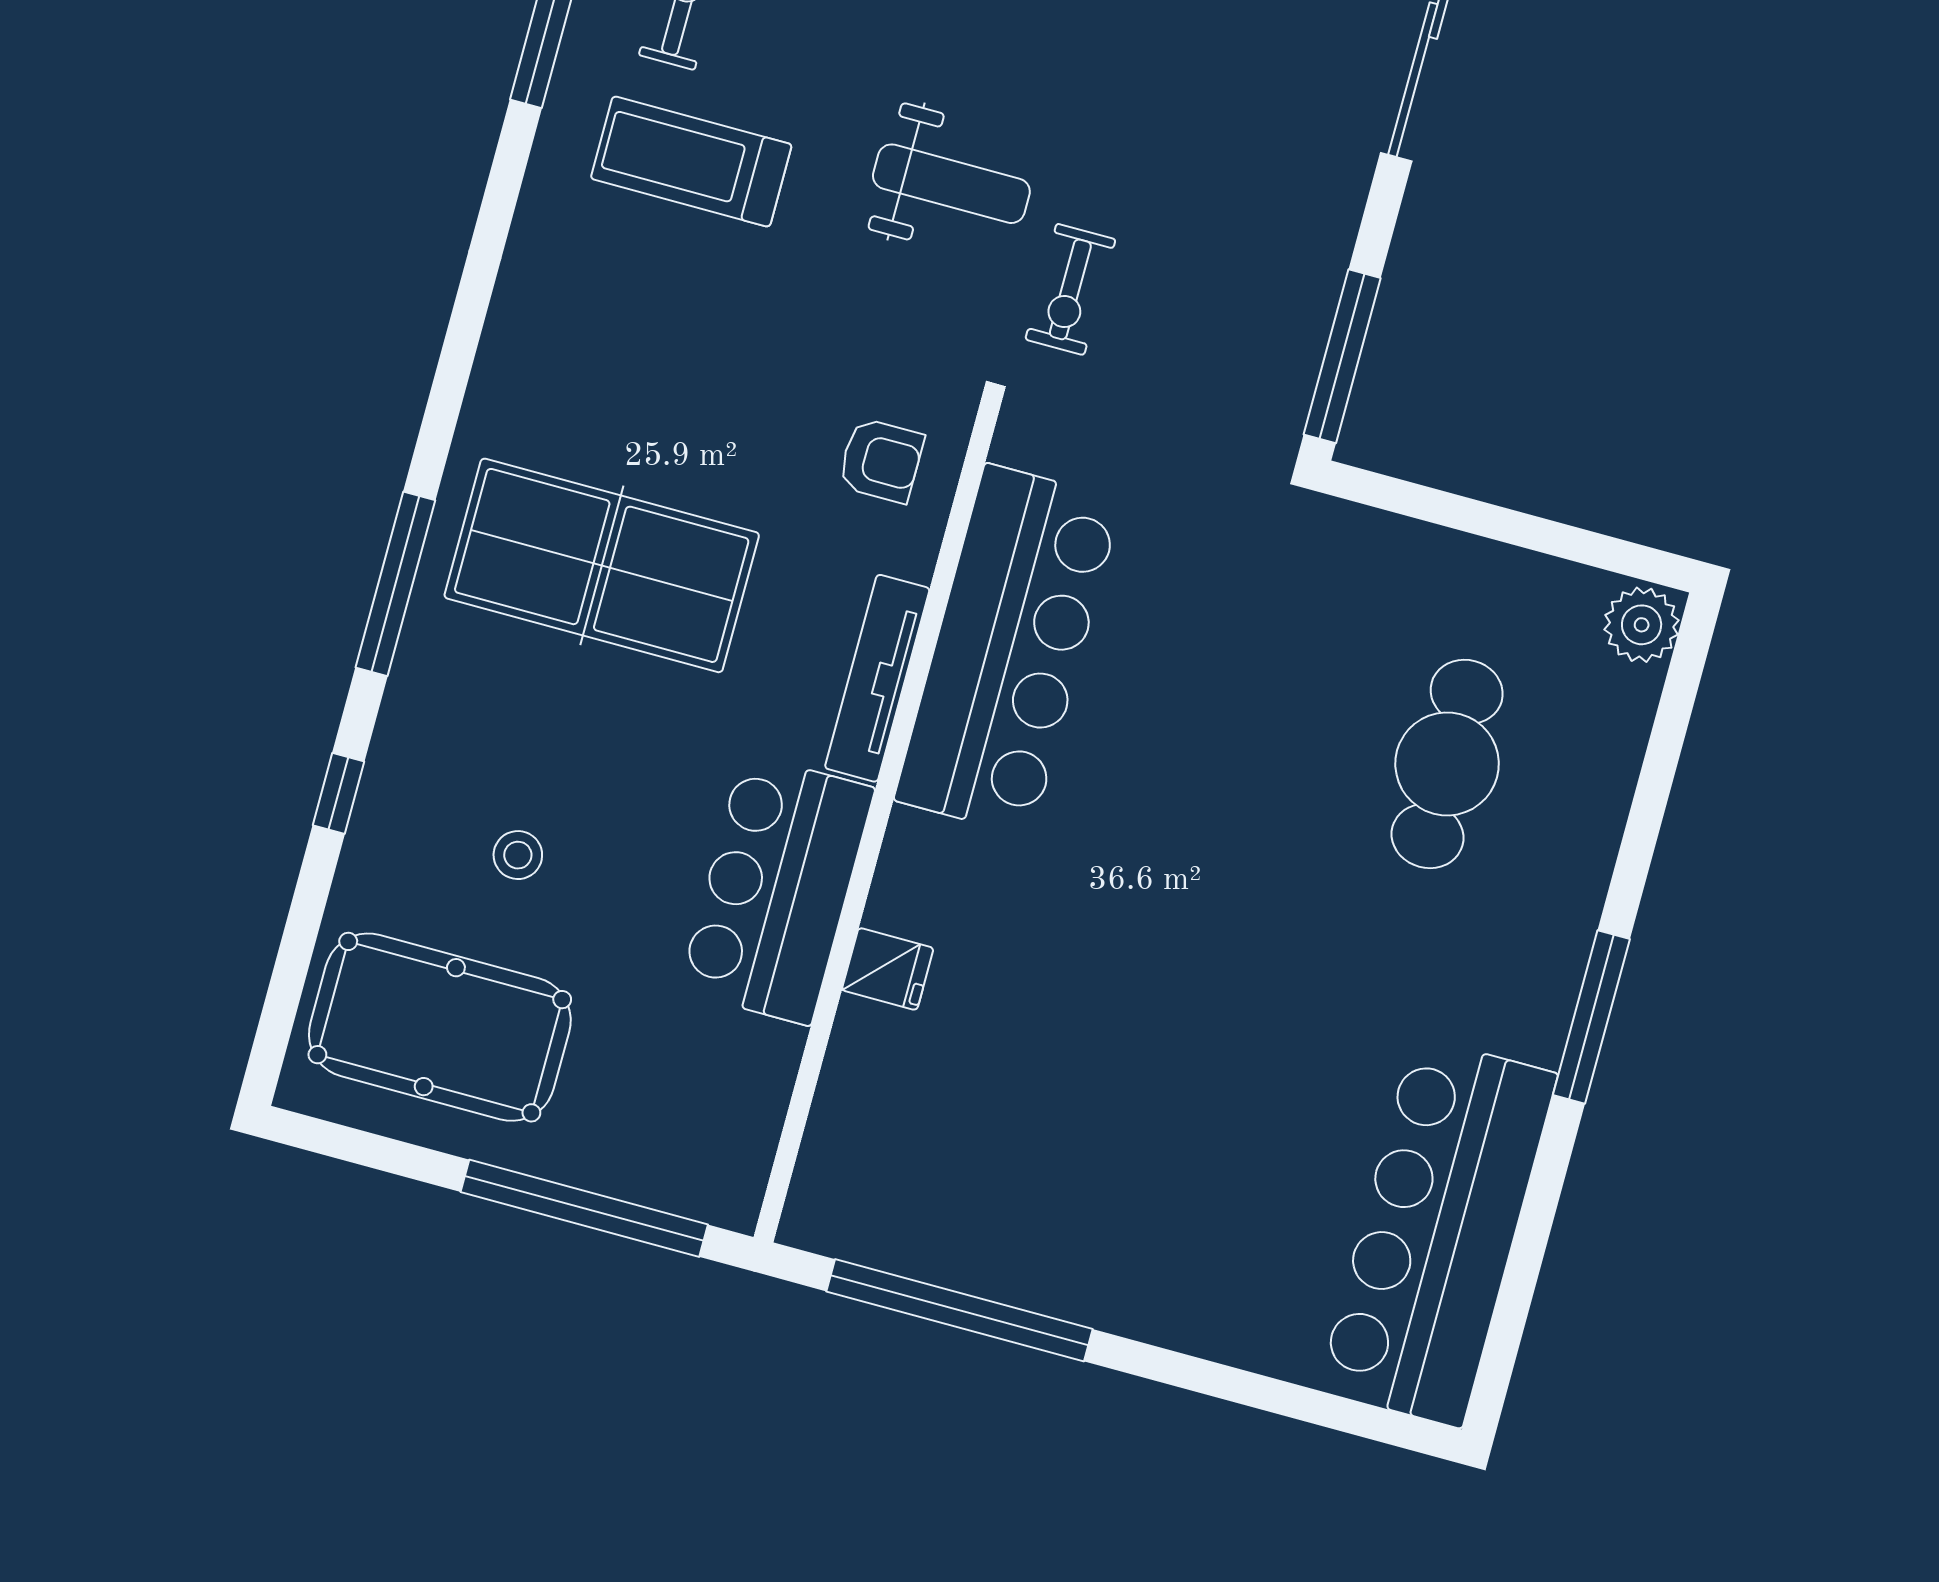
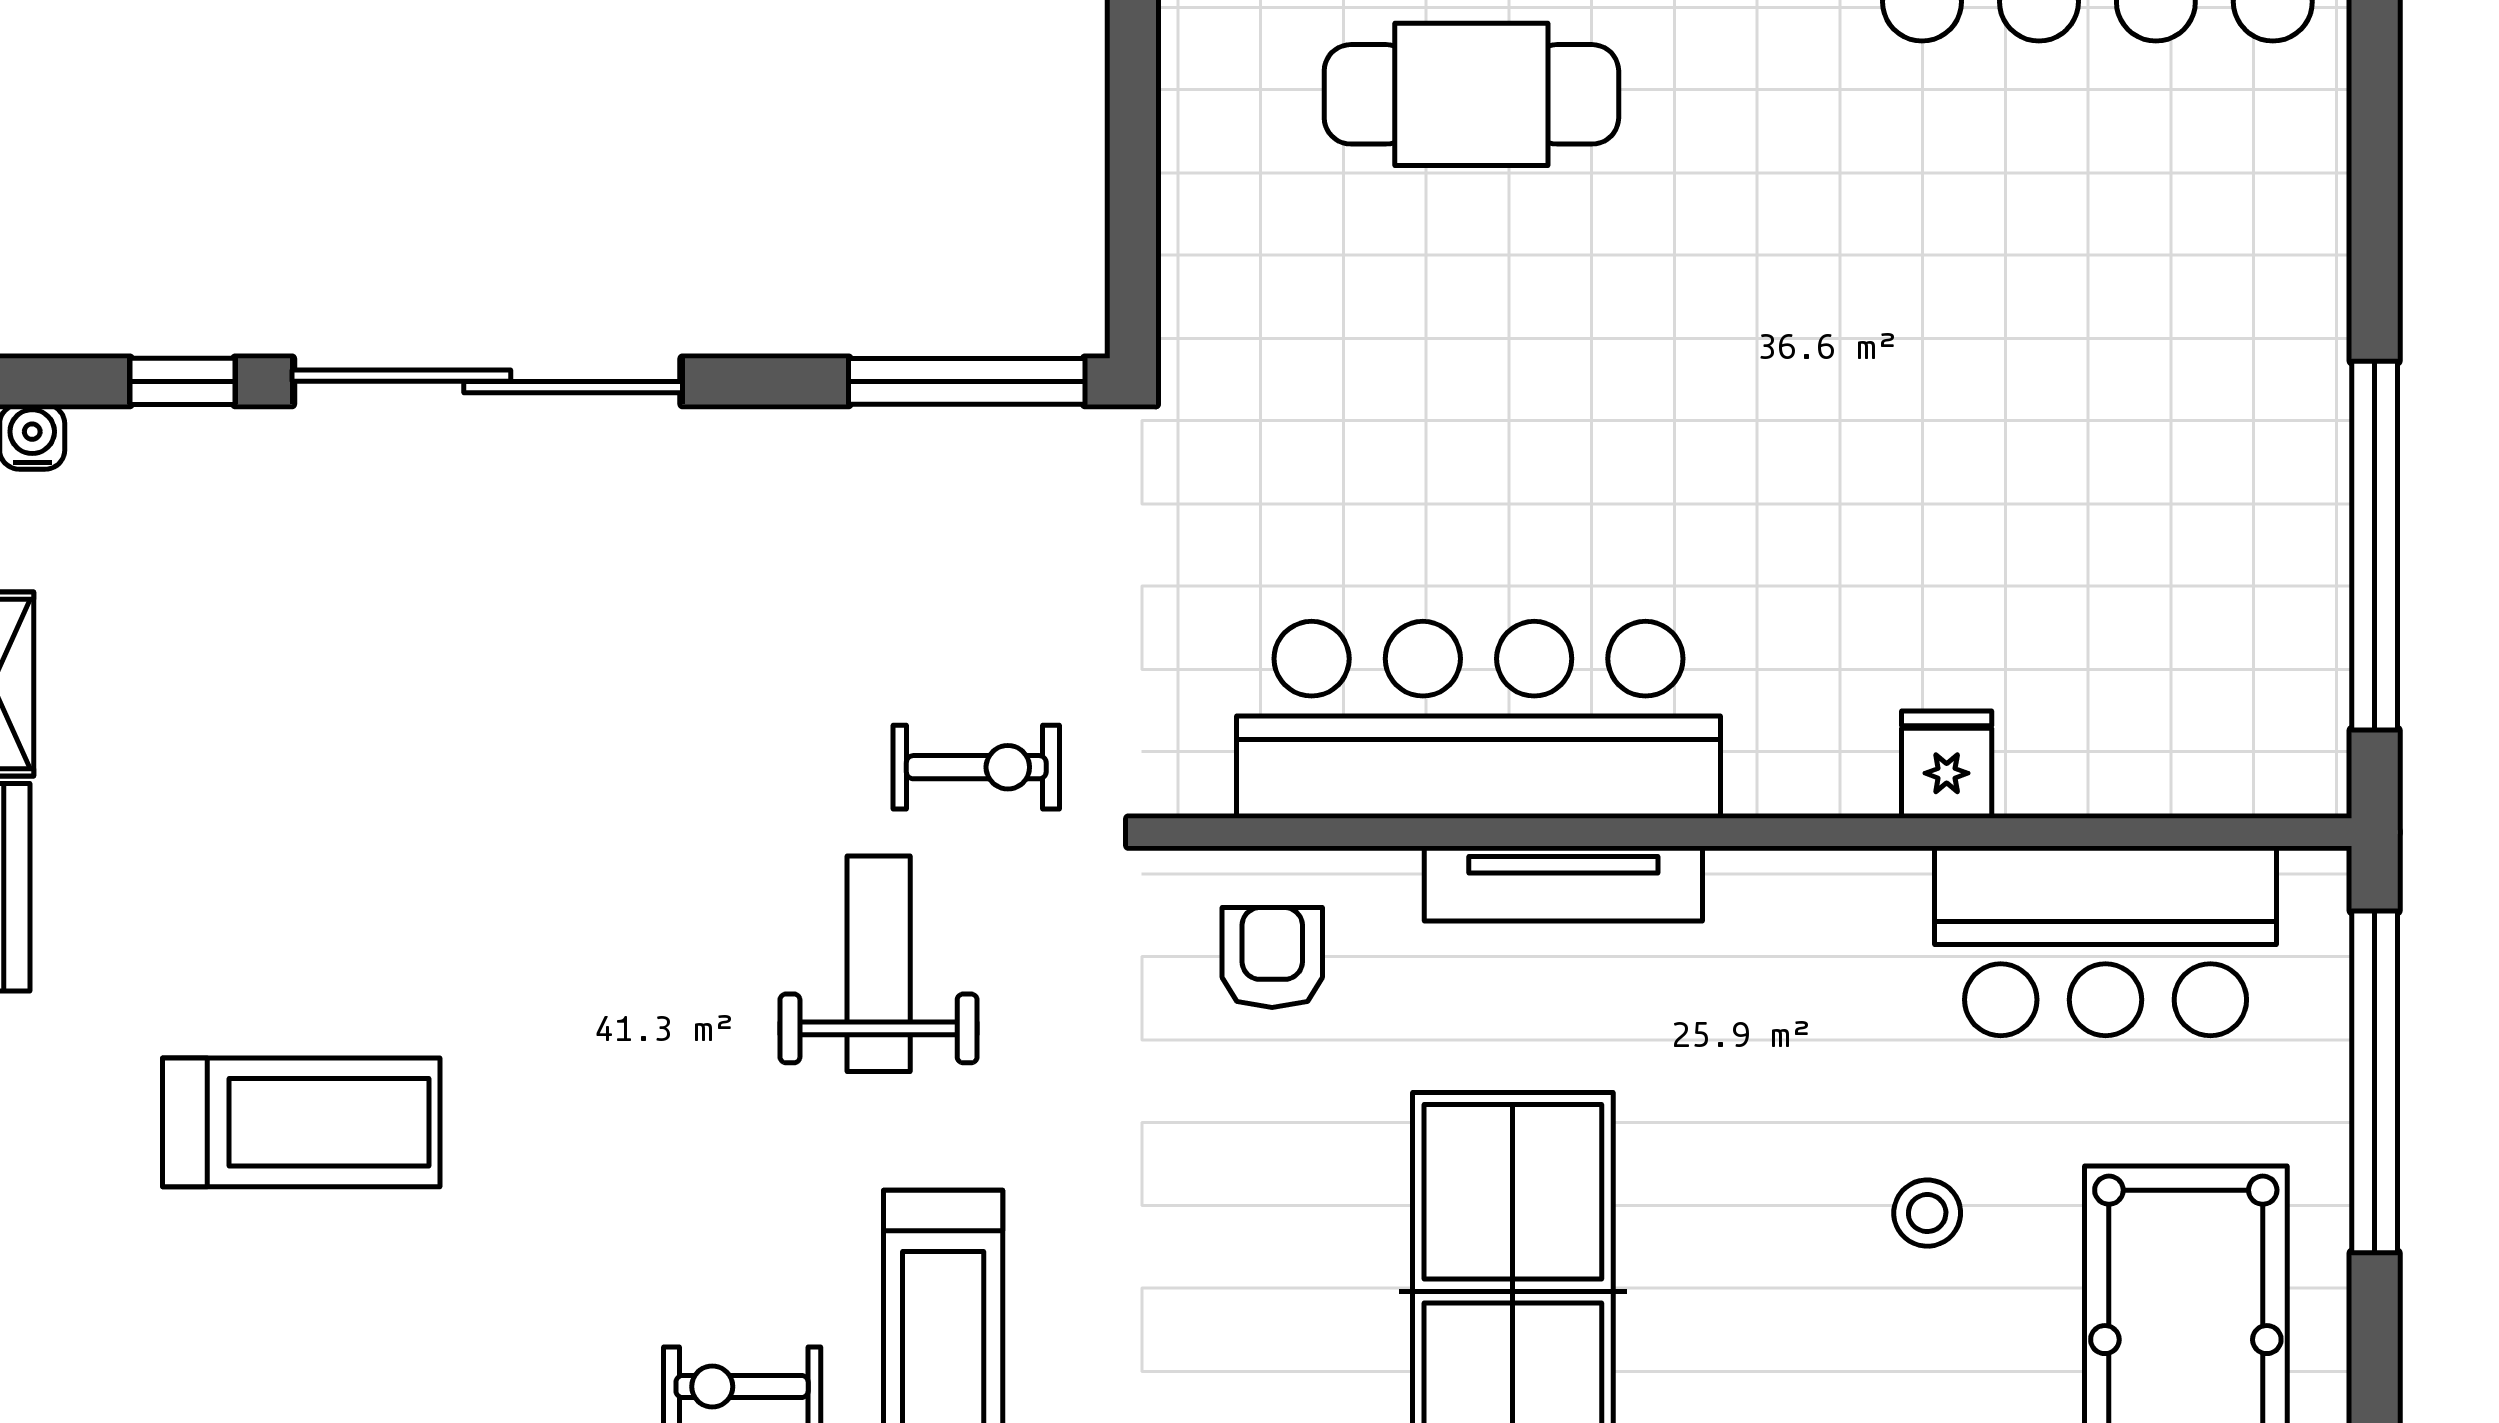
stool: (518, 855) -> (1927, 1213), moved
bar counter: (777, 889) -> (2106, 941), moved

